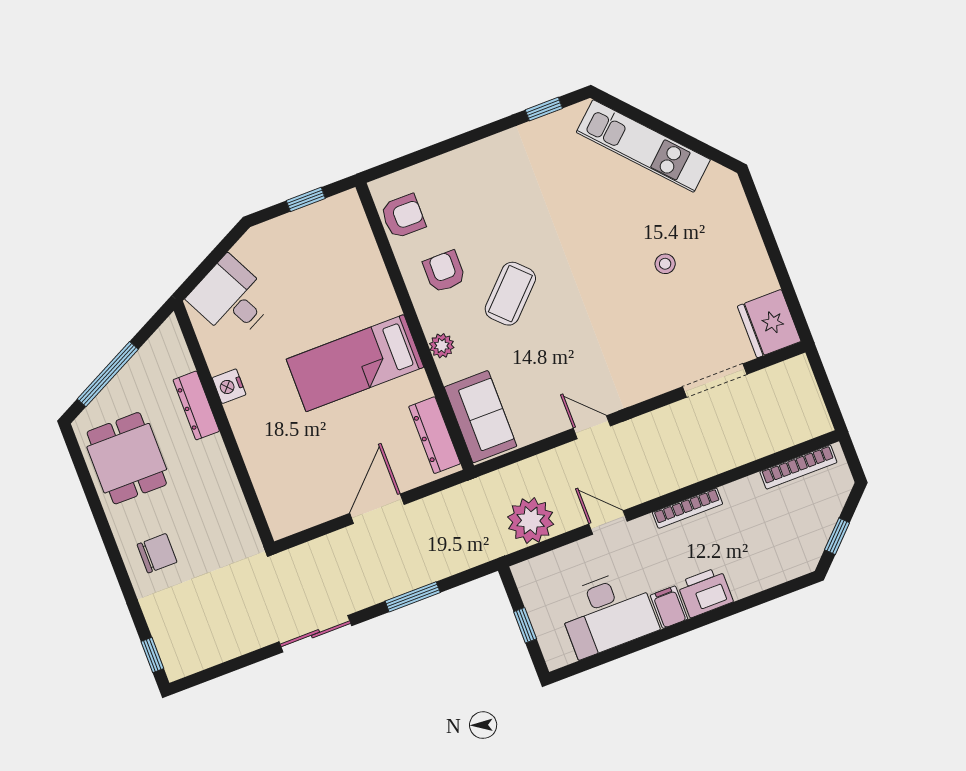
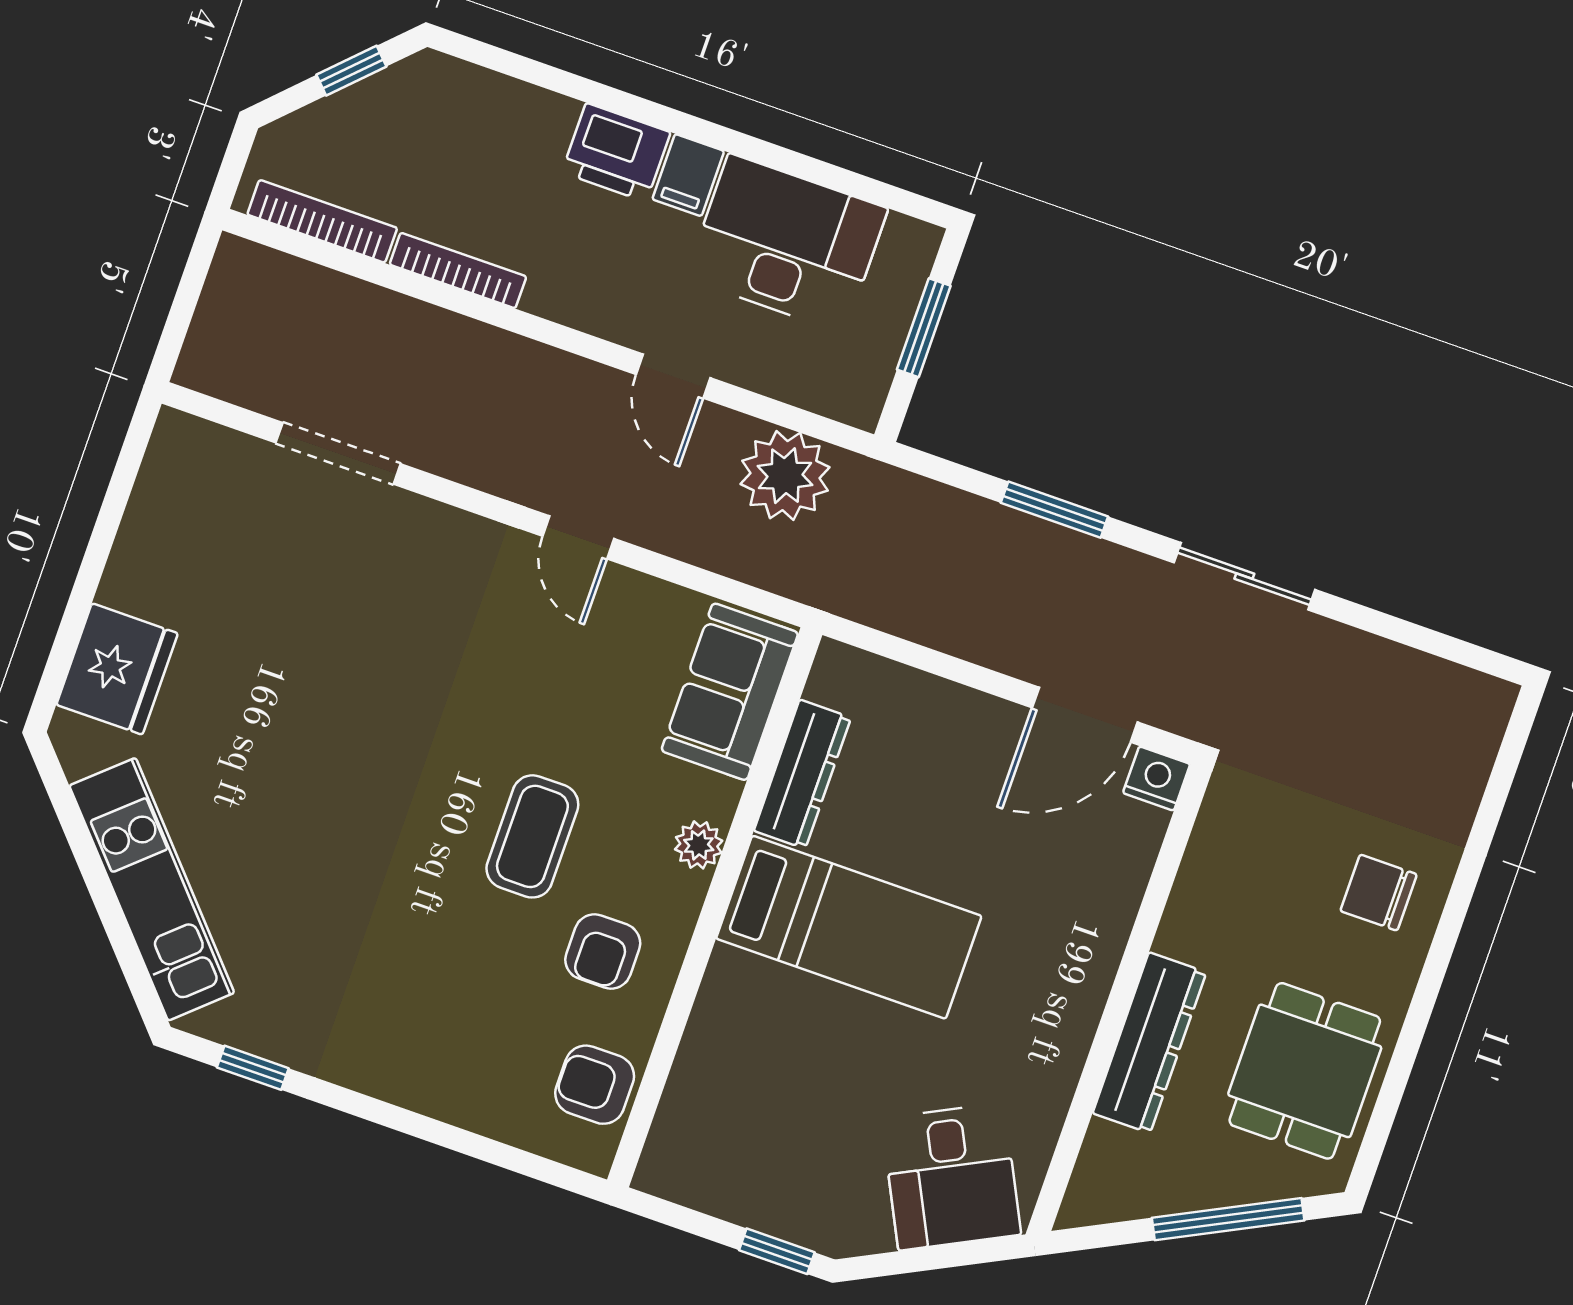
window: (306, 199) -> (777, 1251), moved
stool: (665, 264) -> (266, 688), removed
coffee table: (510, 294) -> (532, 836), turned -45
fridge: (769, 324) -> (117, 669), moved
nightstand: (229, 386) -> (1157, 779), moved, turned -90
dresser: (196, 405) -> (1149, 1043), width x1.37, depth x1.24
dresser: (435, 435) -> (802, 774), moved
bookcase: (688, 508) -> (458, 271), moved
door: (377, 509) -> (1085, 715), moved
window: (525, 625) -> (924, 328), width x1.50
window: (152, 655) -> (1512, 748), removed

